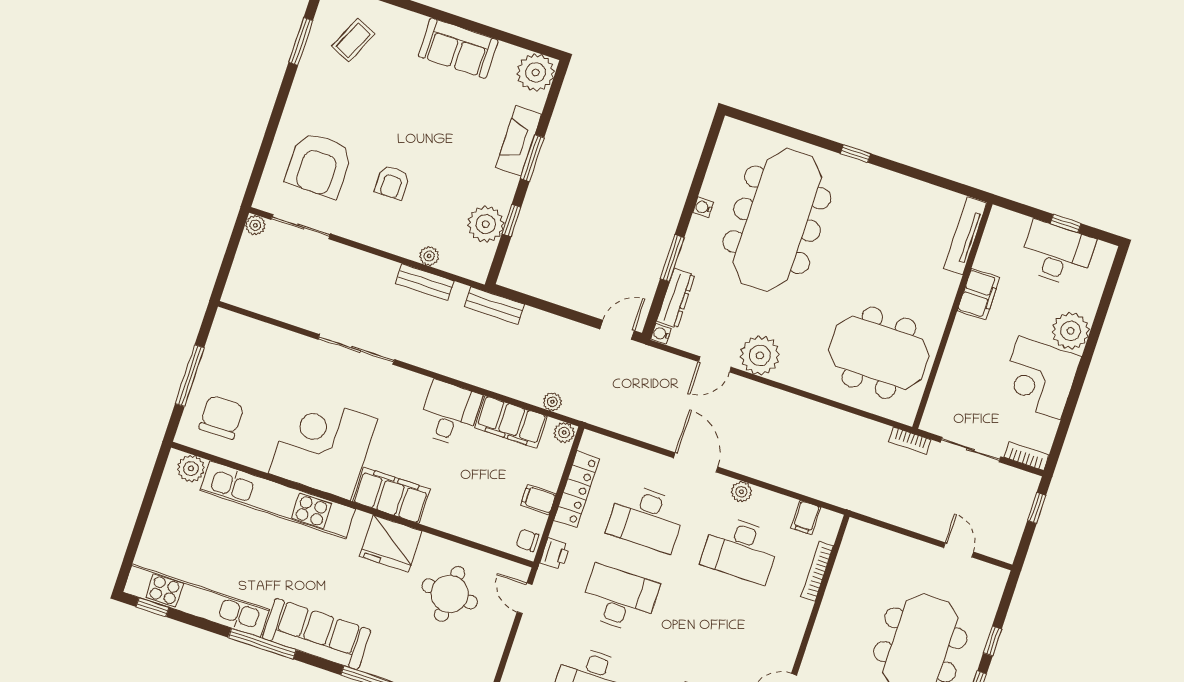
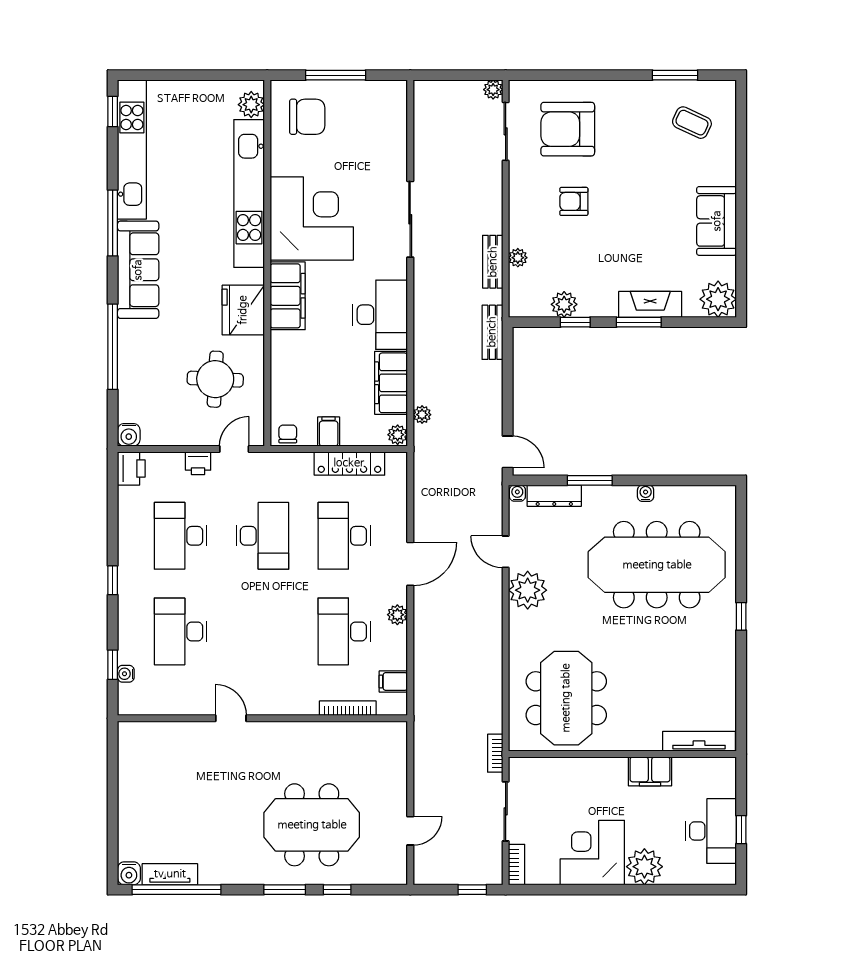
plant: (486, 224) -> (564, 304), width x0.73, depth x0.73
desk: (449, 413) -> (380, 315), width x1.37
printer: (555, 554) -> (198, 463), moved

